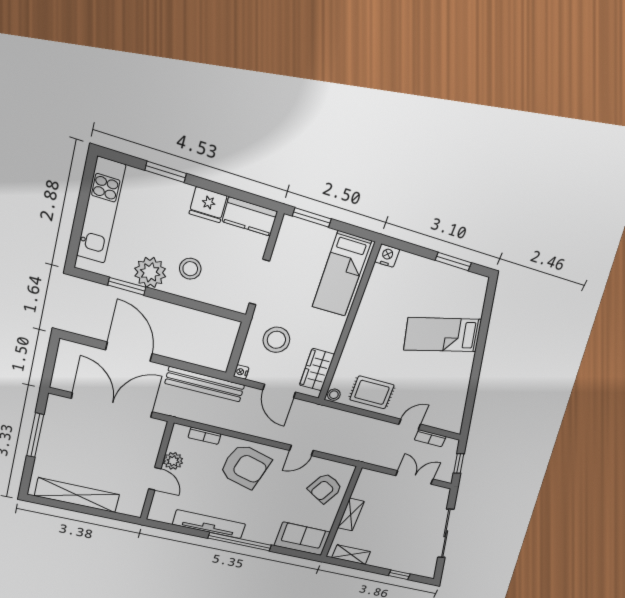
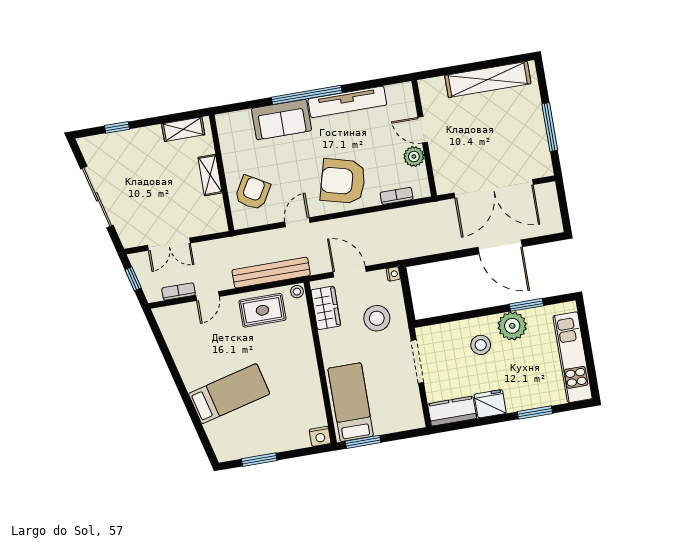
window: (312, 217) -> (363, 442), moved
bench: (205, 384) -> (271, 273), moved
sofa: (302, 539) -> (281, 120), moved

